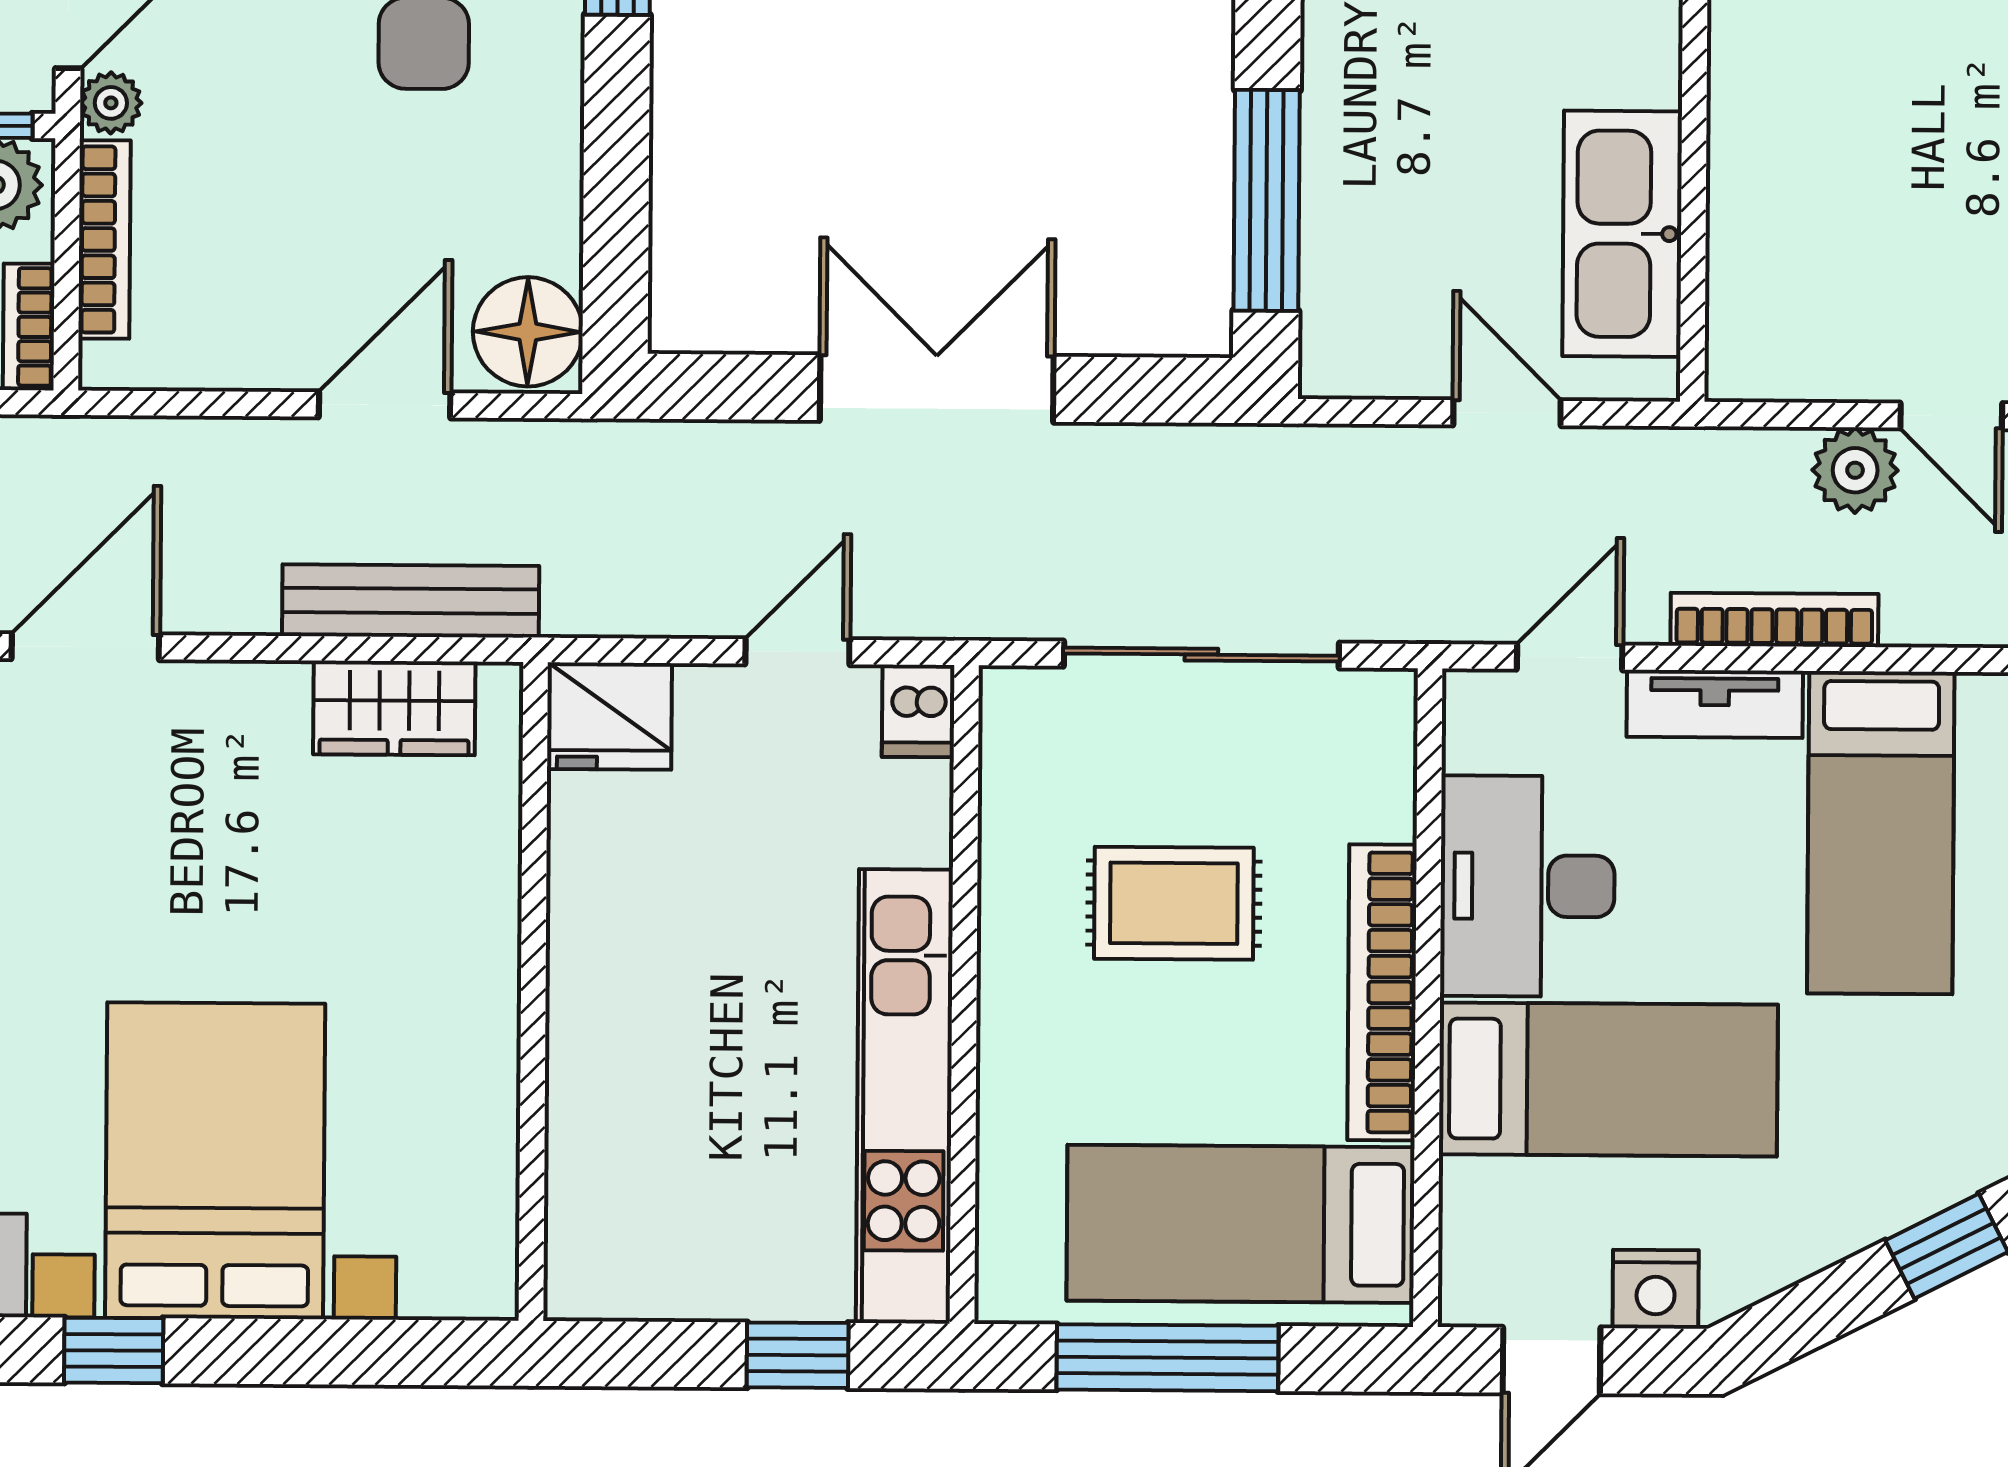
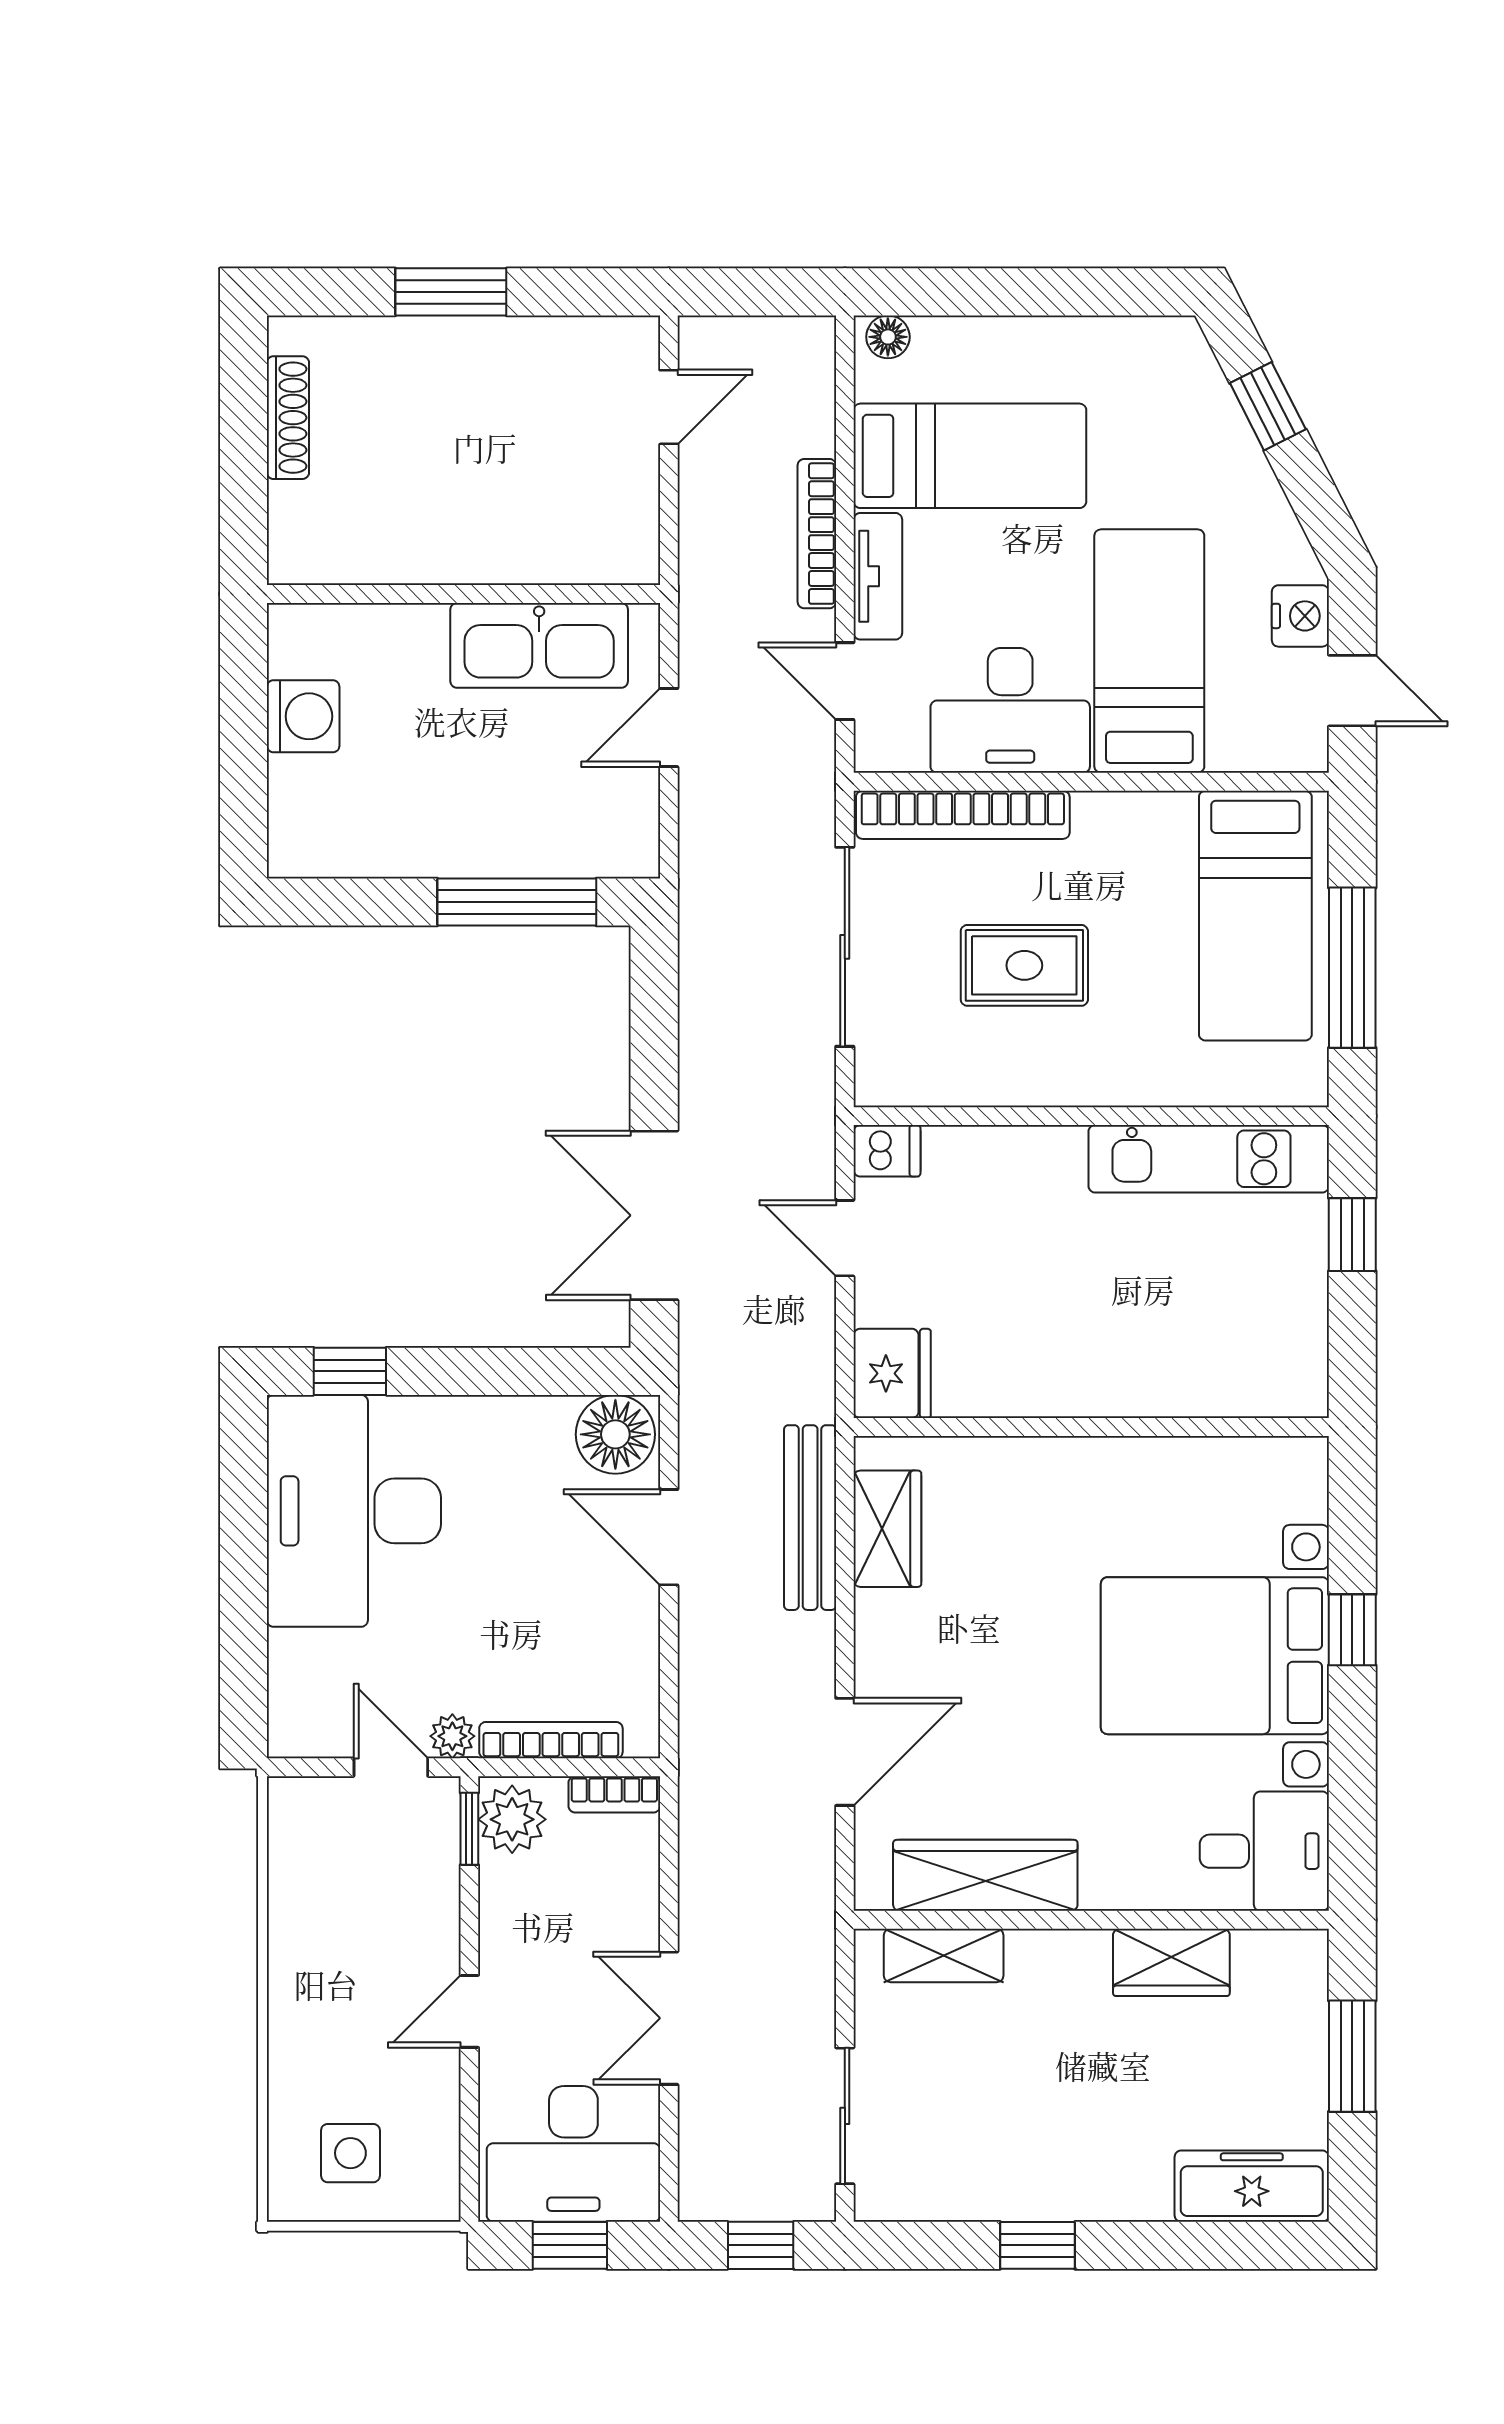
double door: (937, 388) -> (654, 1215), moved
plant: (1855, 470) -> (709, 476), removed
door: (85, 647) -> (845, 1752), swing flipped
rug: (1174, 903) -> (1024, 965), turned 90
bookcase: (1382, 992) -> (963, 815), moved
kitchen unit: (904, 1096) -> (1209, 1159), width x0.73
window: (114, 1350) -> (1352, 1630), moved

